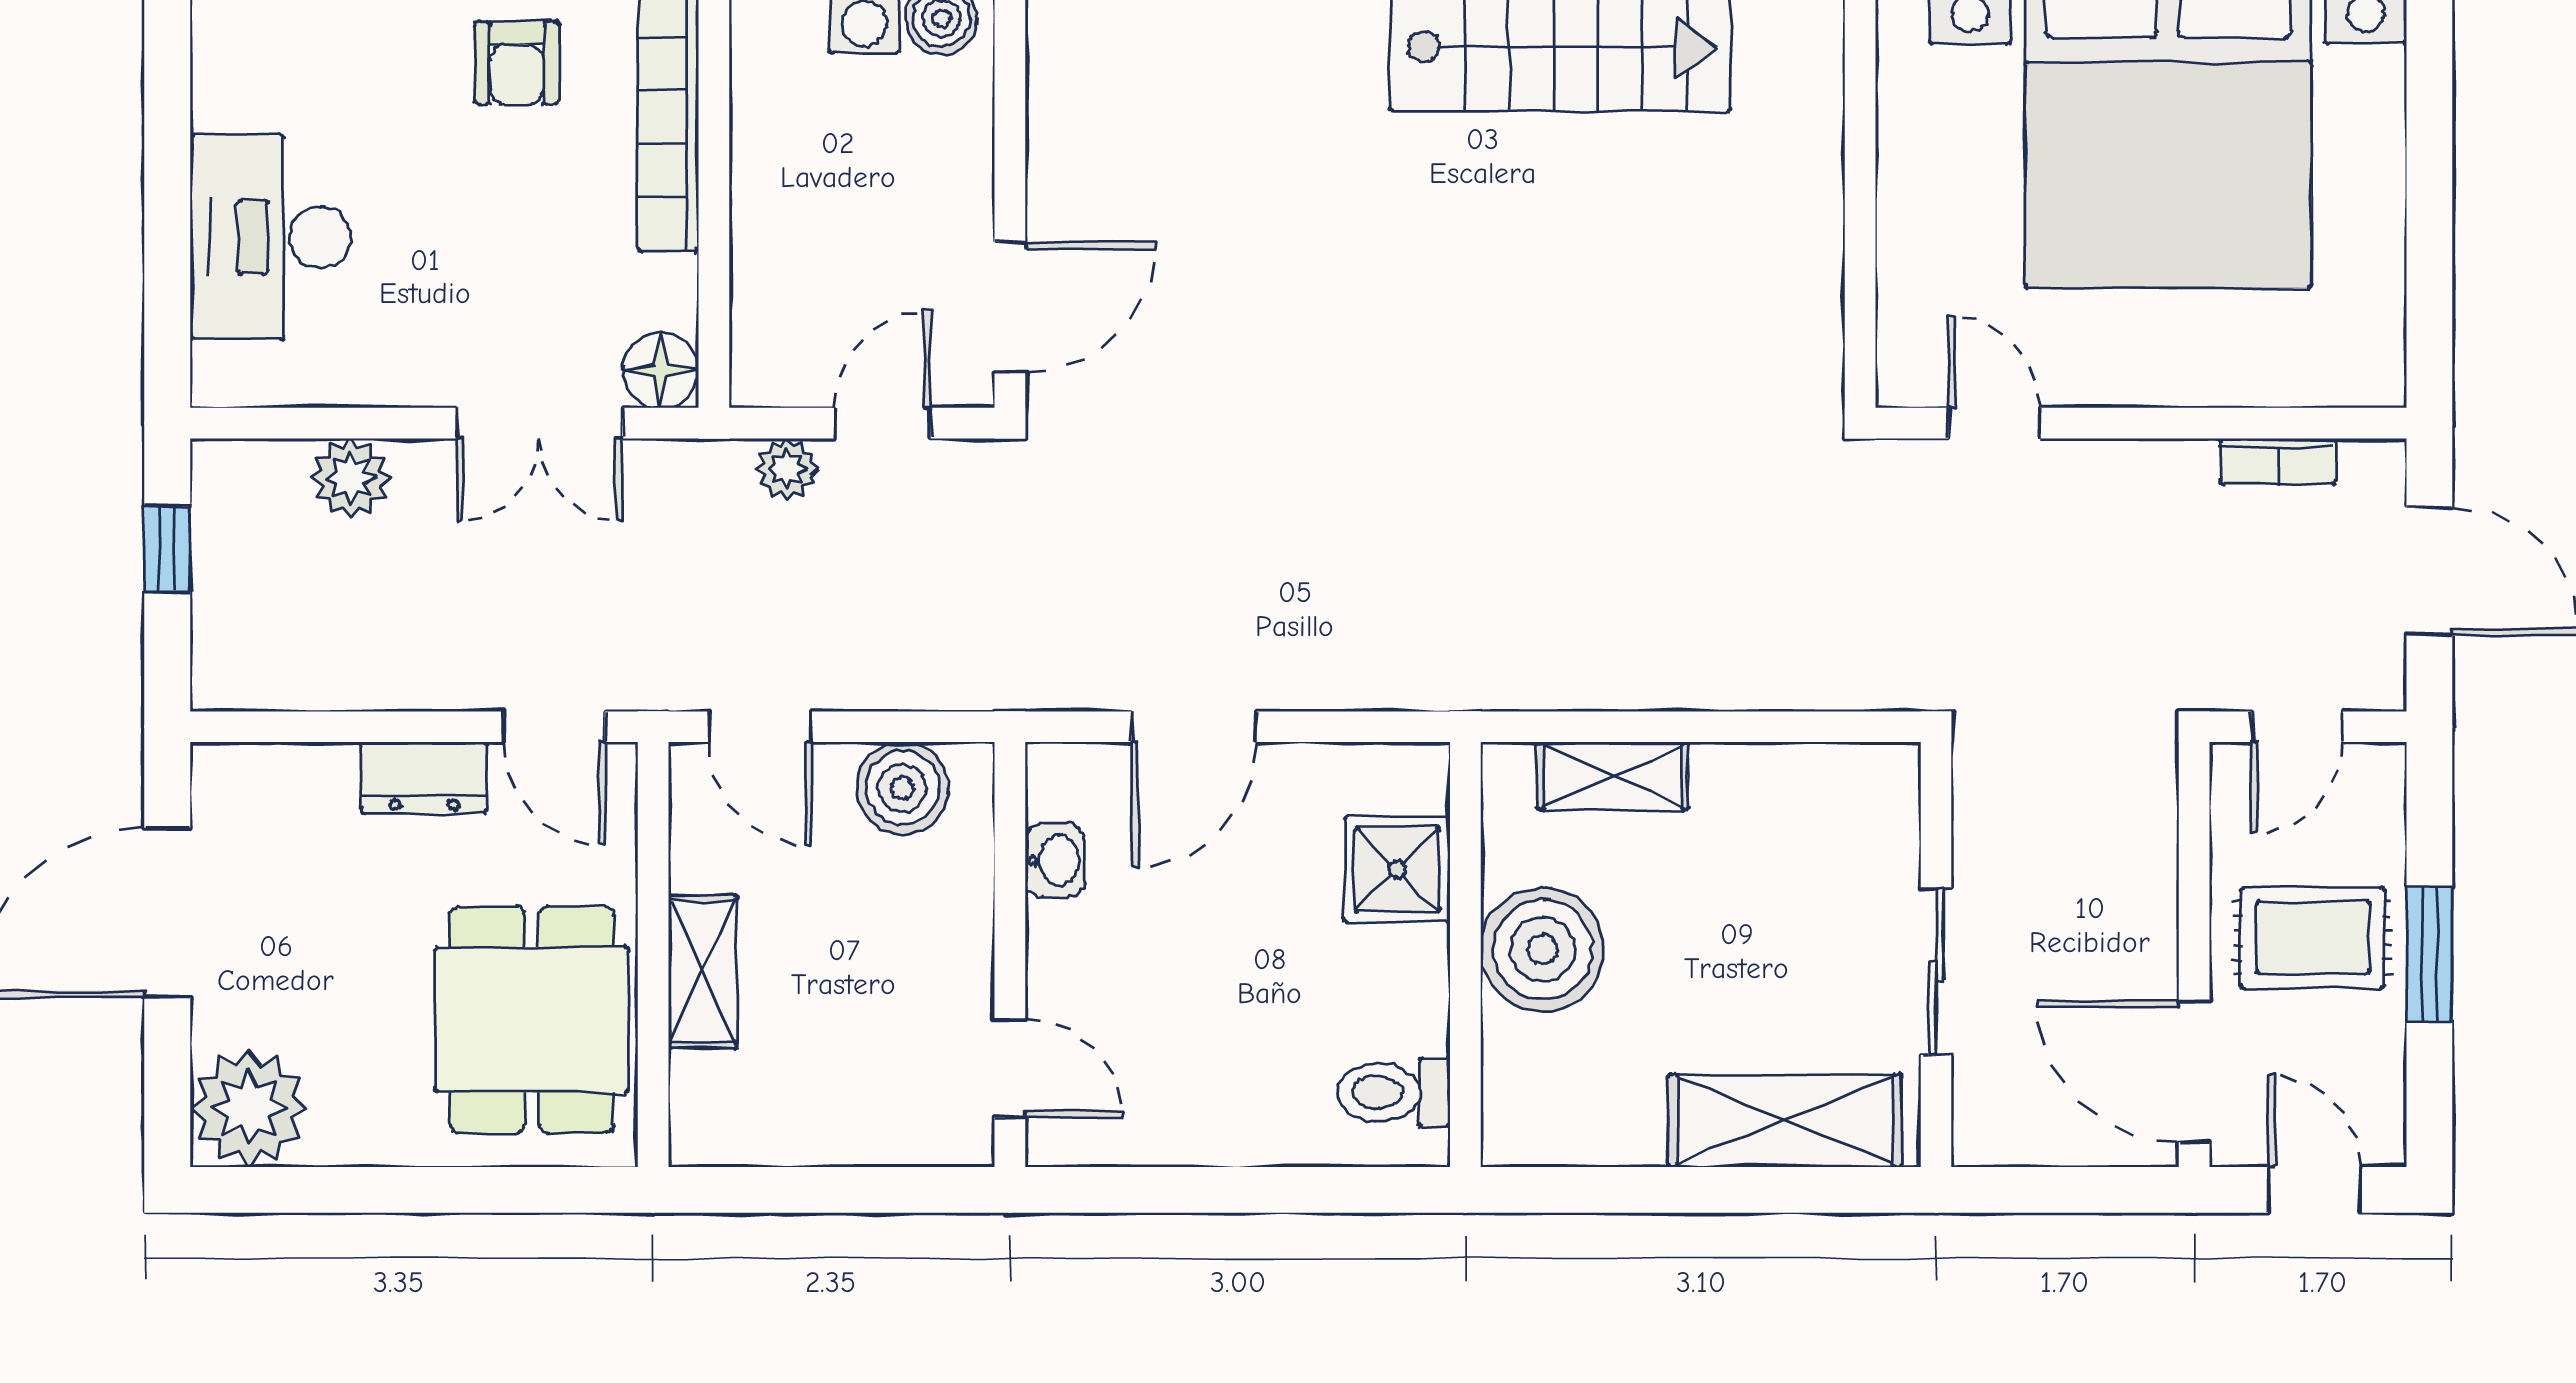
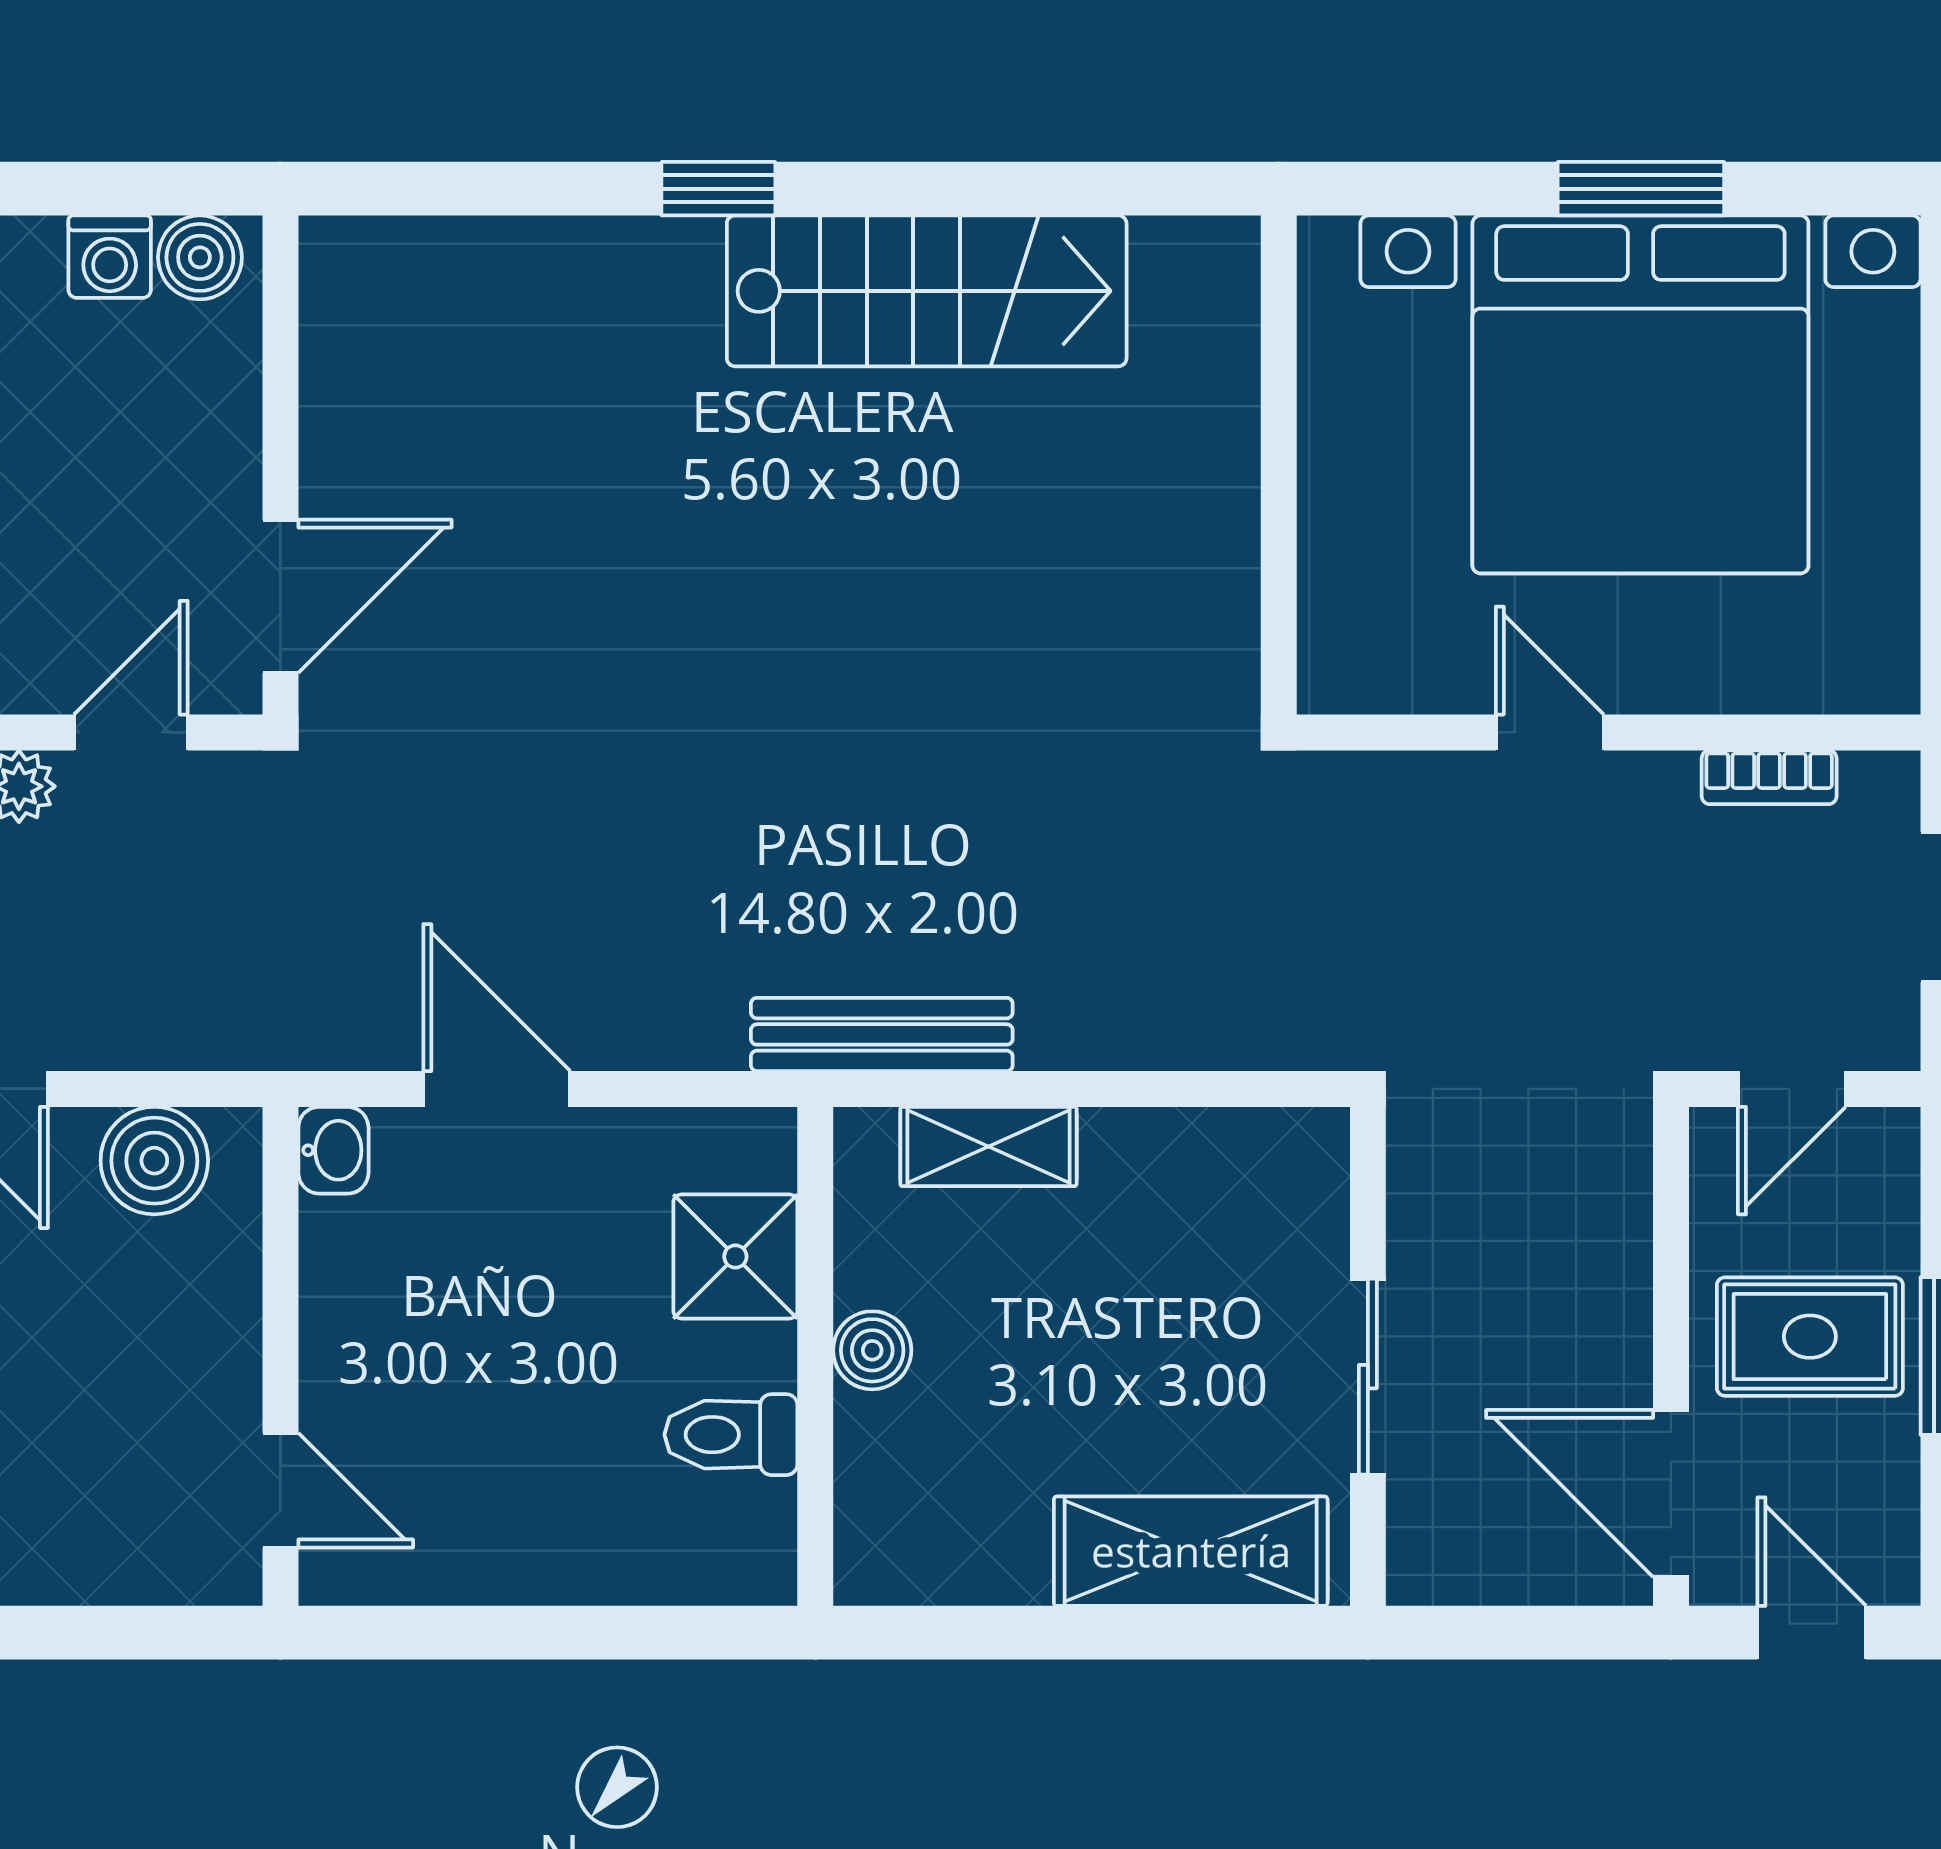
door: (1994, 423) -> (1550, 732), moved
bench: (1522, 680) -> (882, 1034), added
door: (1194, 727) -> (497, 1089), swing flipped
washbasin: (1055, 860) -> (333, 1150), moved
boiler: (1543, 949) -> (872, 1350), width x0.54, depth x0.54
toilet: (1393, 1092) -> (731, 1435), moved

